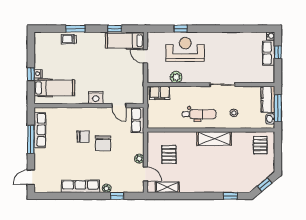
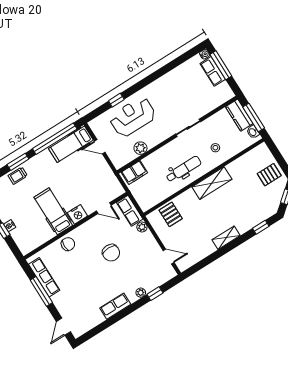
window: (115, 29) -> (55, 139), width x3.17
window: (278, 52) -> (221, 65), width x2.17
hospital bed: (54, 88) -> (53, 211), moved, turned -90
chair: (83, 137) -> (68, 244), moved
pallet: (260, 145) -> (269, 175), moved, turned 90
pallet: (169, 155) -> (171, 214), moved
plant: (139, 159) -> (142, 227), moved
row of seats: (80, 186) -> (115, 306), width x0.68
shelving: (167, 187) -> (226, 238), moved

